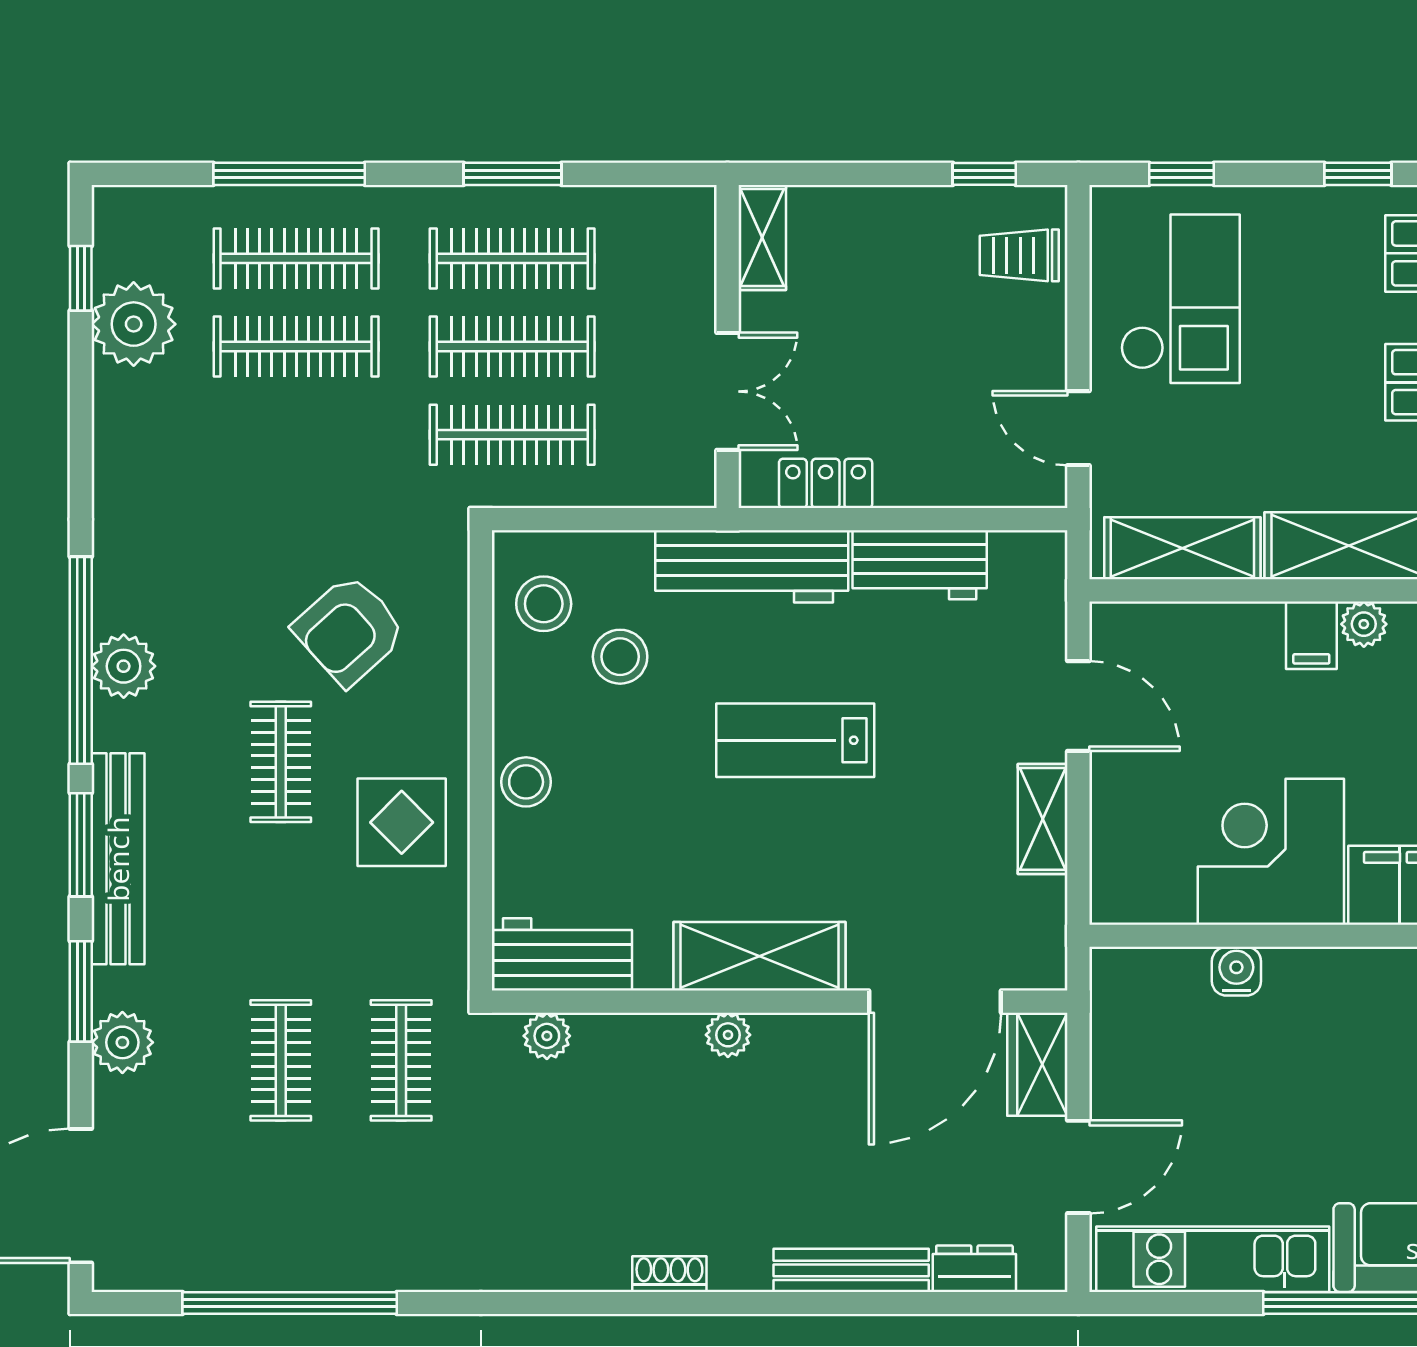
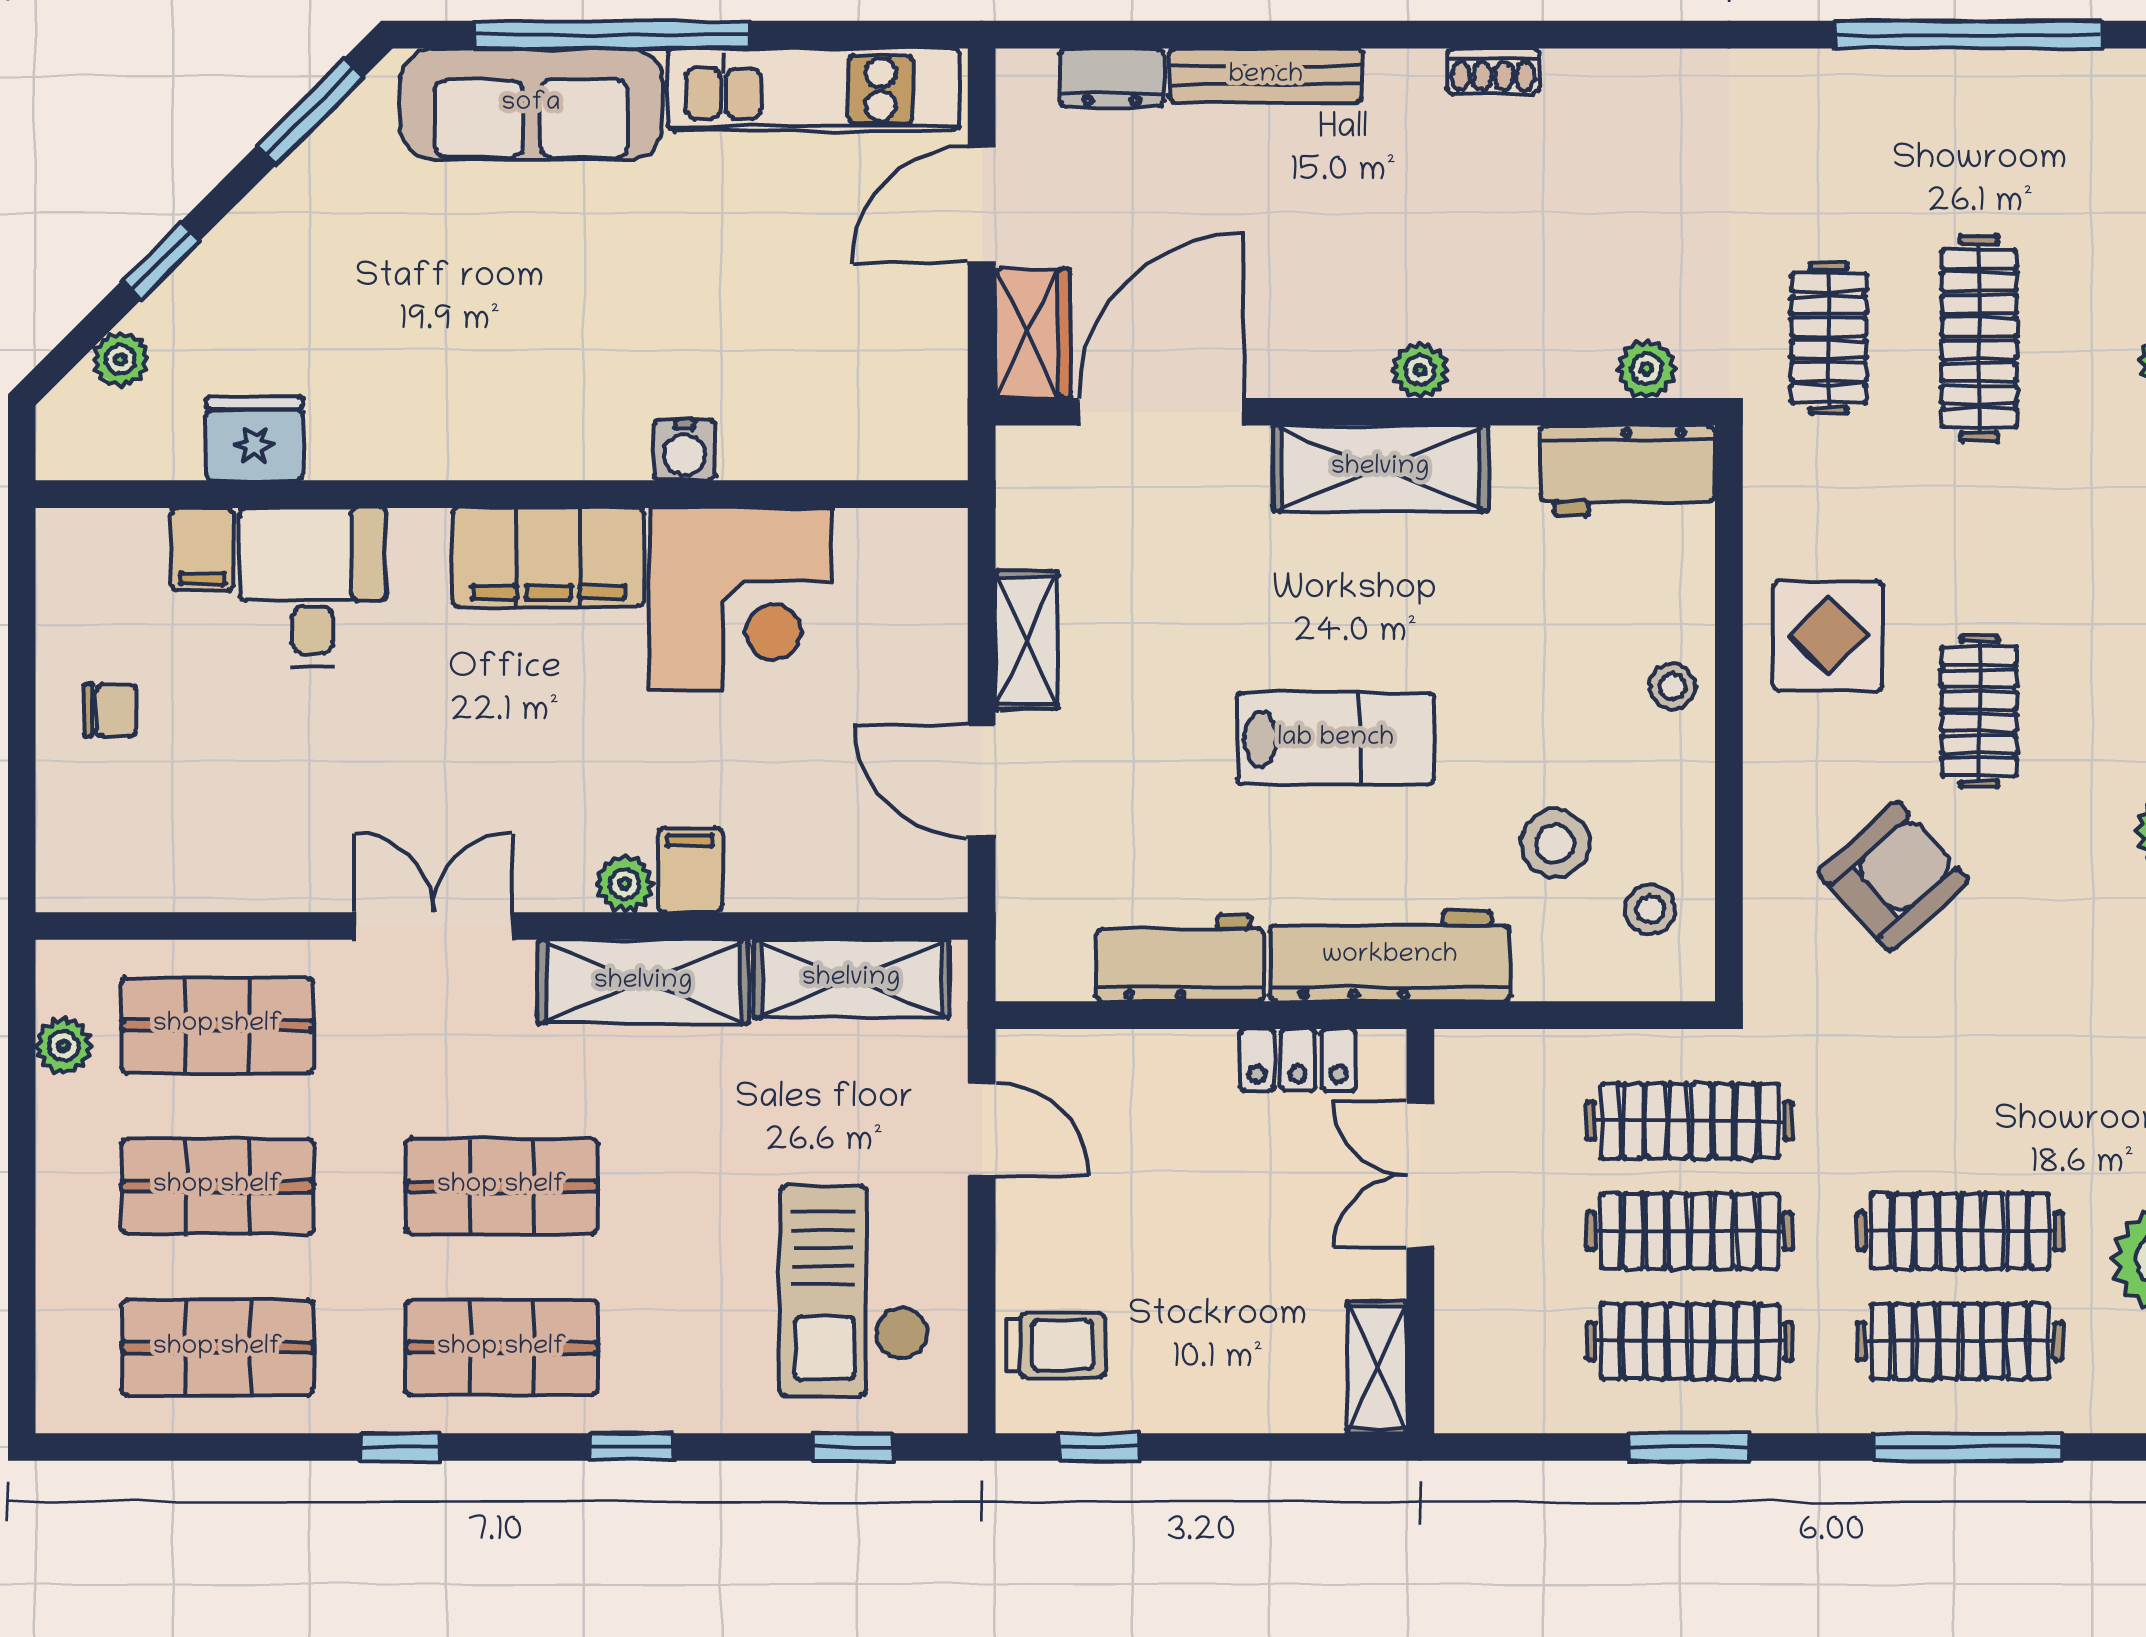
stool: (544, 604) -> (1650, 909), width x0.73, depth x0.73
stool: (526, 782) -> (1672, 687), width x0.73, depth x0.73
water cooler: (1236, 971) -> (685, 450), moved
clothes rail: (281, 1060) -> (1979, 338), width x1.36

